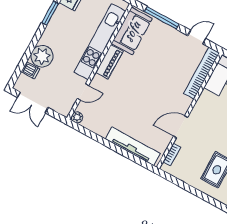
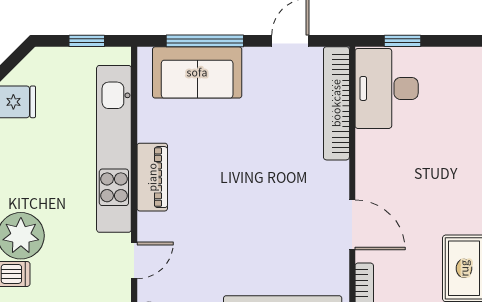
sofa: (132, 31) -> (197, 72), moved, turned 90
door: (181, 127) -> (352, 225), swing flipped

